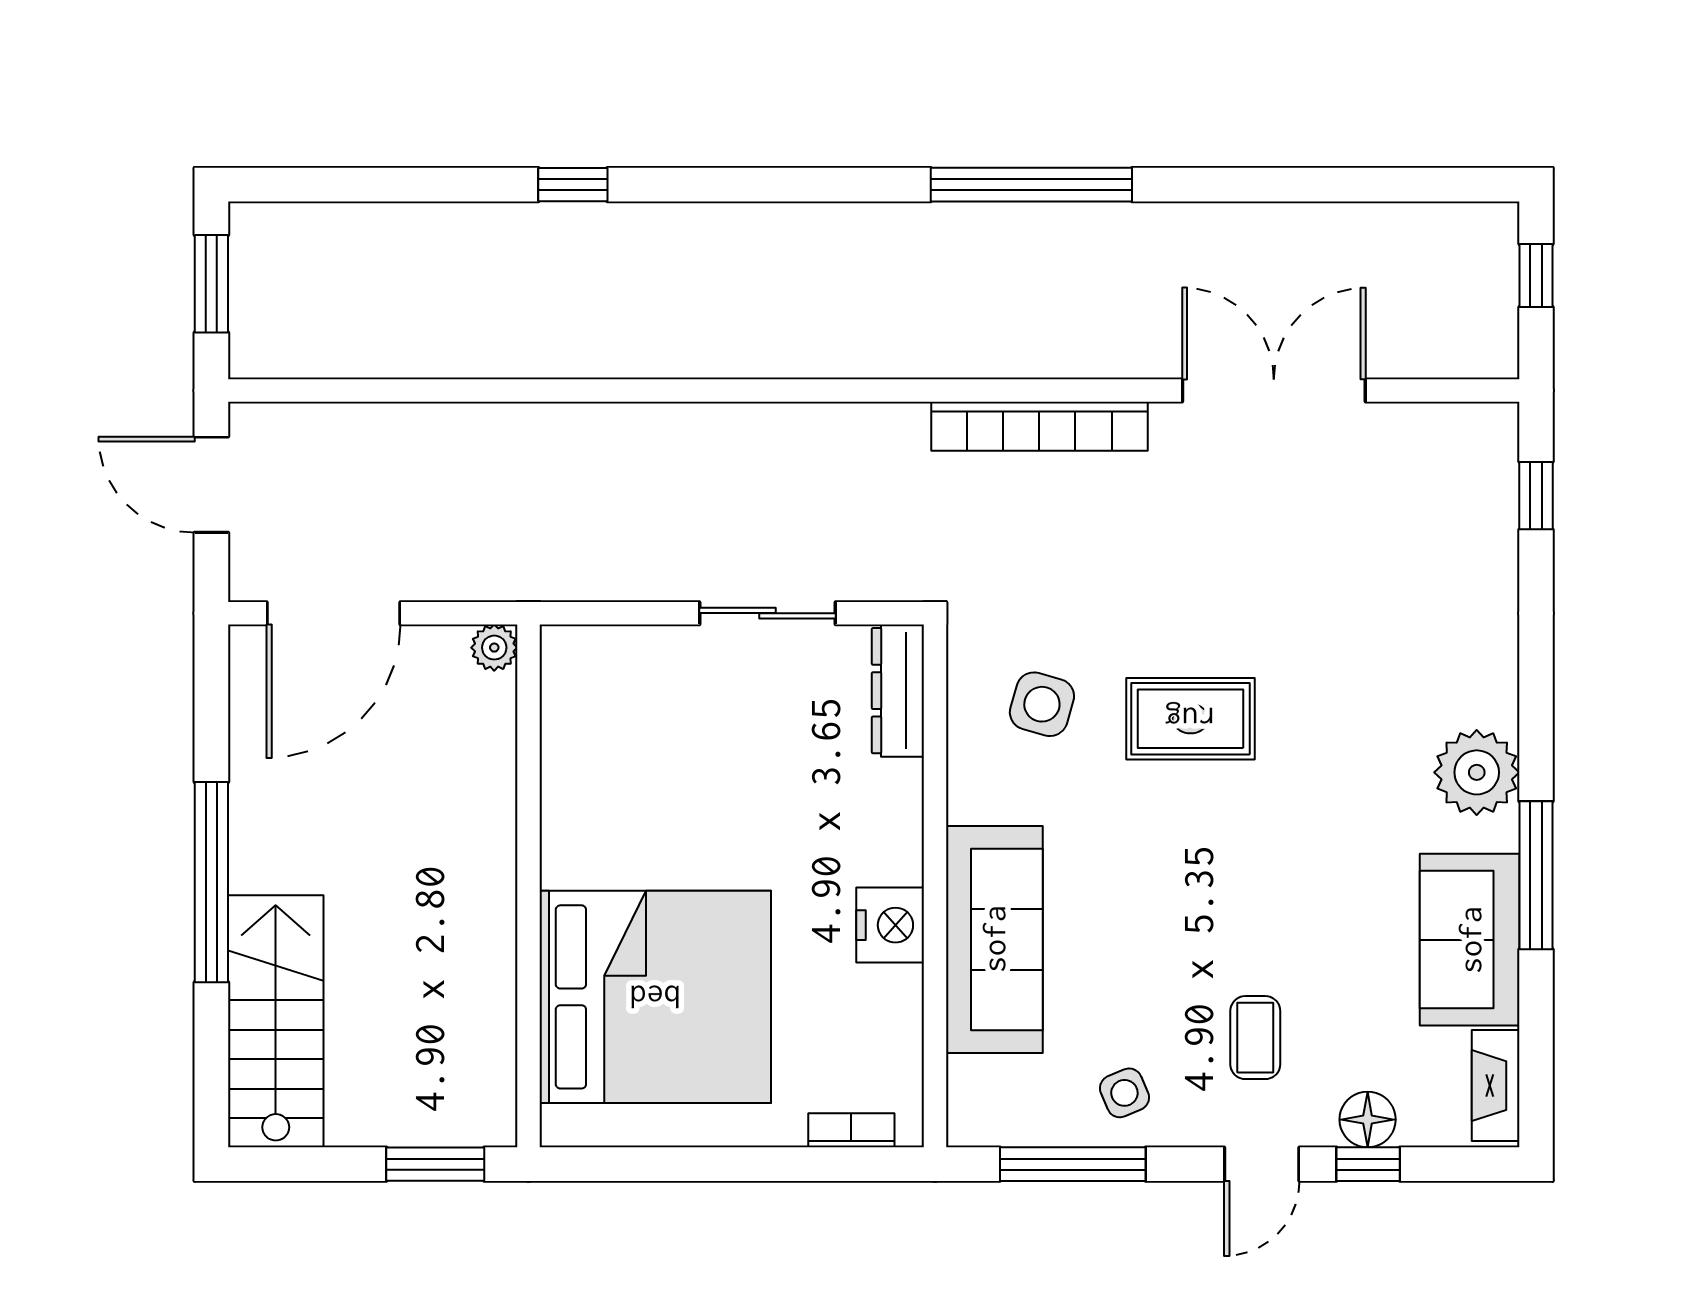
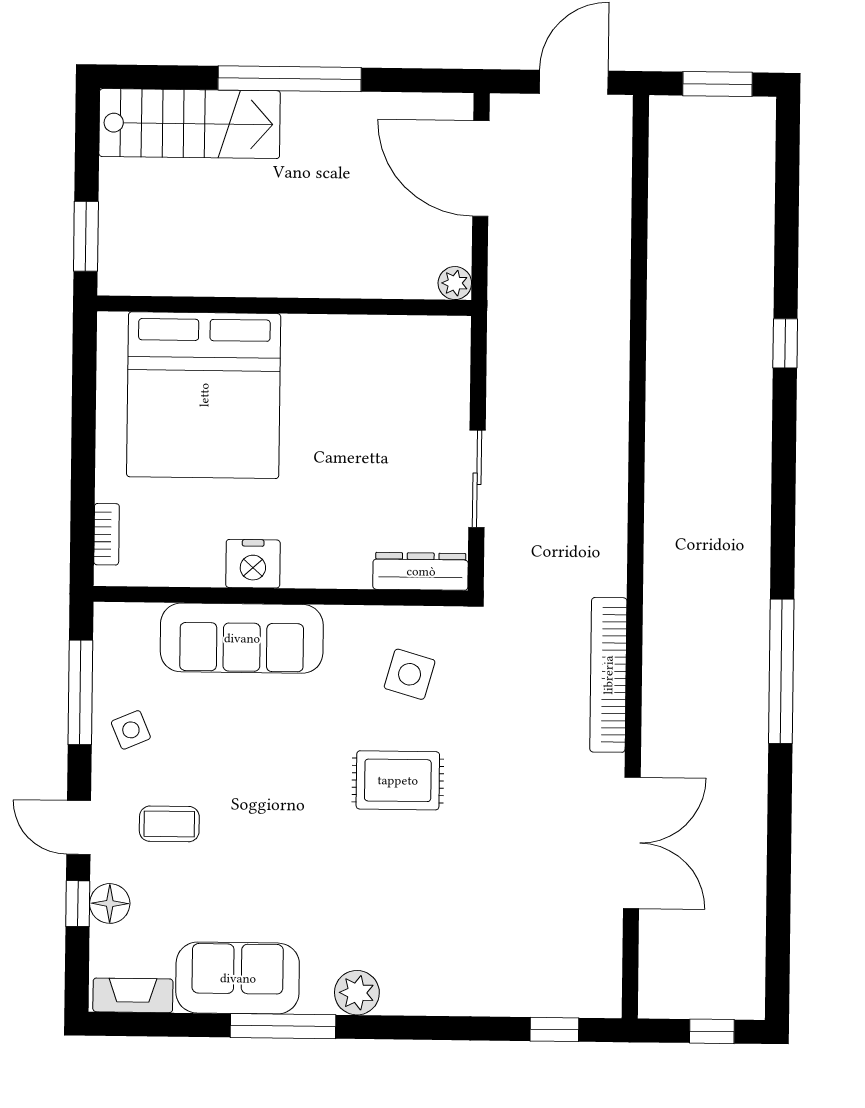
rug: (1190, 719) -> (398, 780), turned 90
plant: (1477, 772) -> (357, 993), width x0.73, depth x0.73

